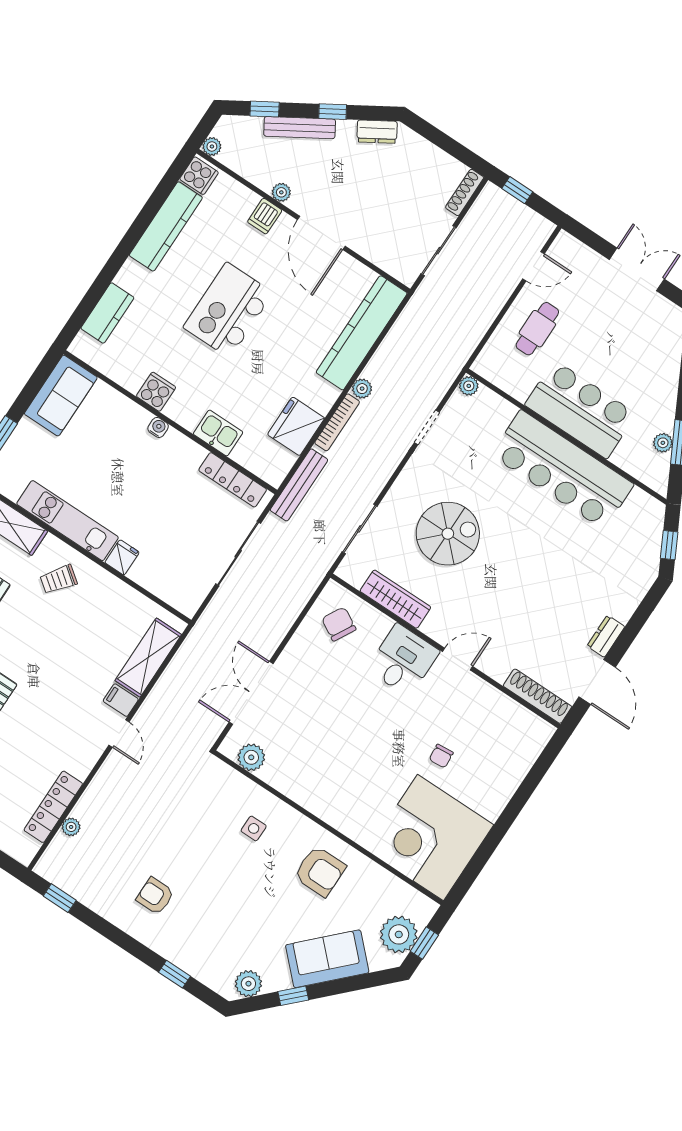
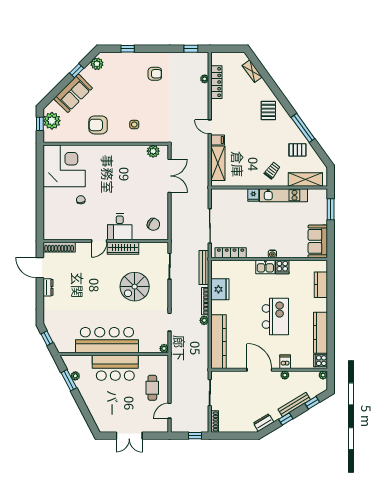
kitchen sink: (218, 433) -> (265, 267), moved
wardrobe: (395, 599) -> (123, 248), moved

